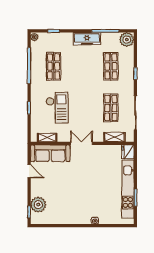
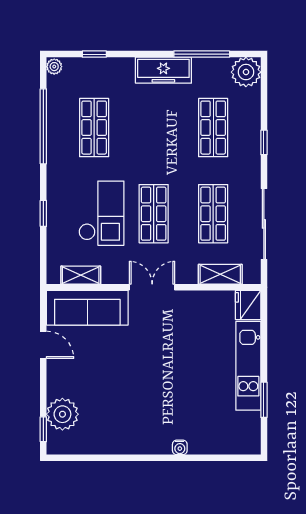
shop shelf: (82, 108) -> (154, 214), added
kitchen unit: (128, 189) -> (248, 366), width x0.73

